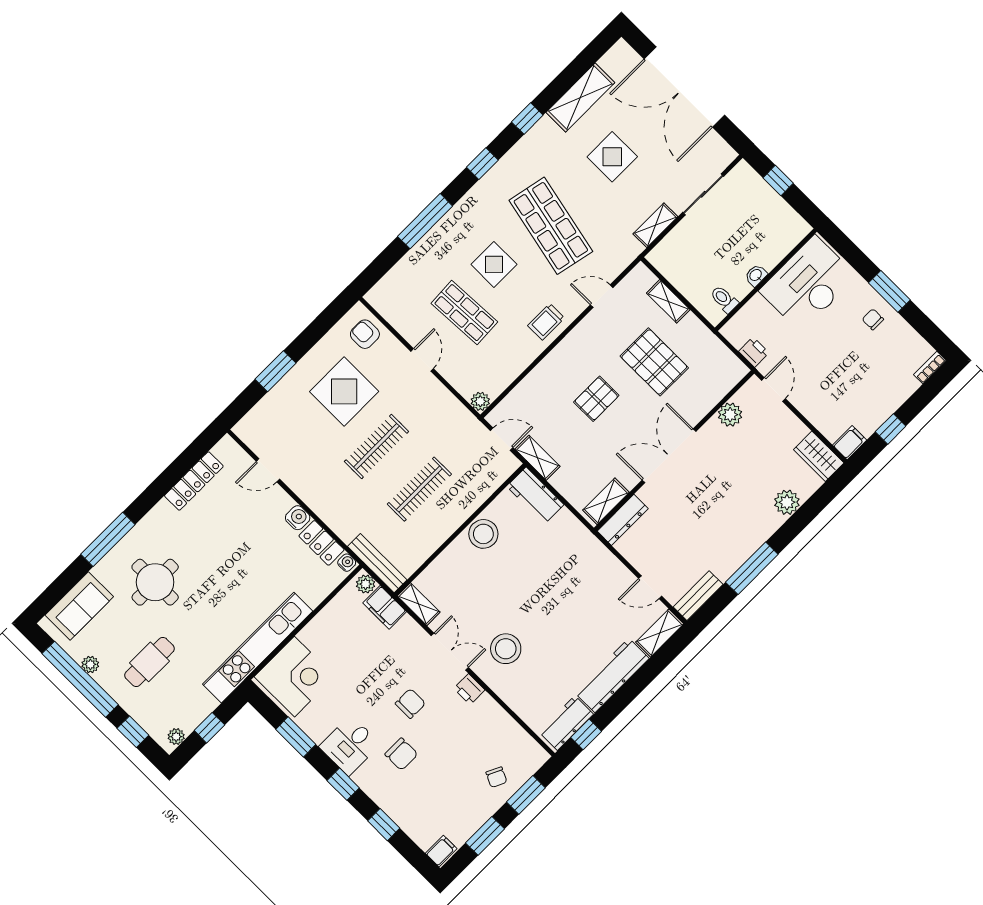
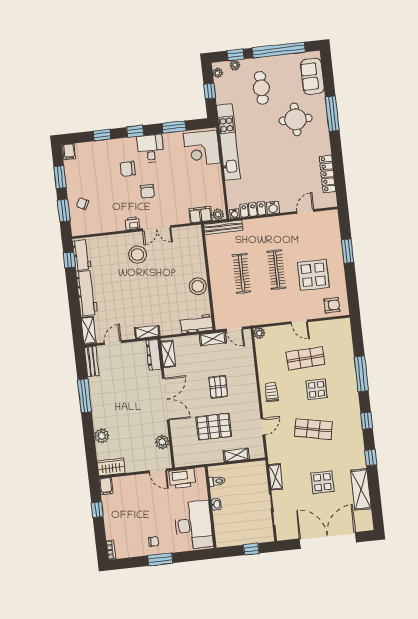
shop shelf: (551, 226) -> (313, 429), width x0.70, depth x0.74
printer: (754, 352) -> (182, 478), width x1.87, depth x1.48
door: (502, 439) -> (234, 329), hinge flipped
shelving: (419, 604) -> (147, 332), moved
plant: (90, 664) -> (235, 65), moved

